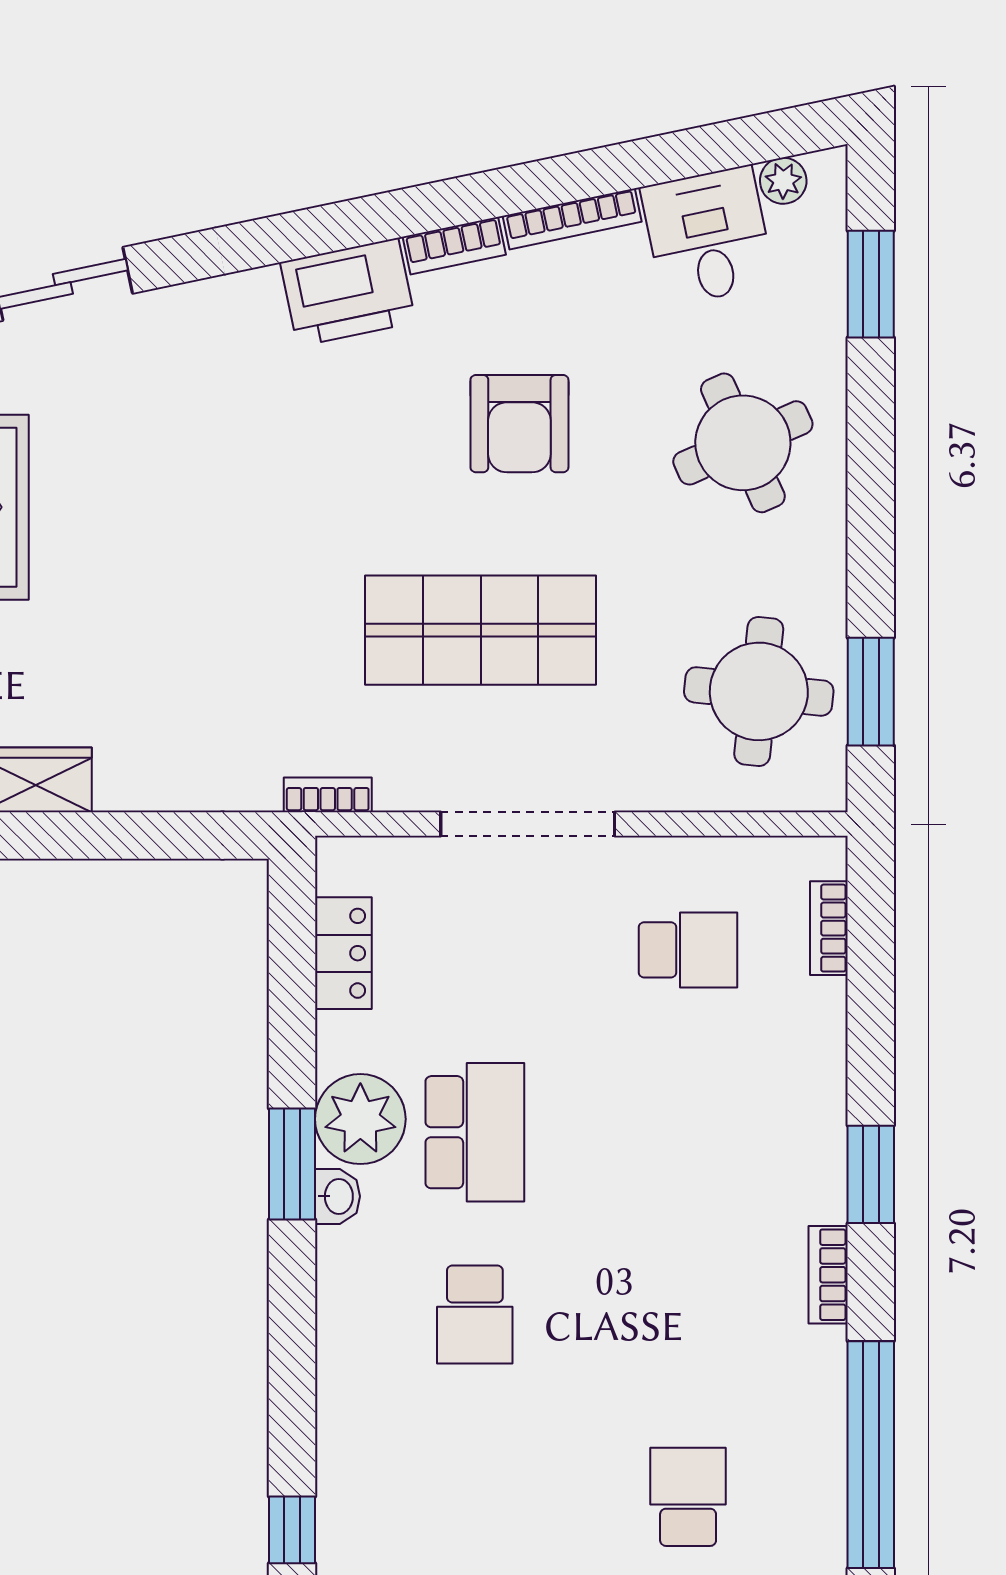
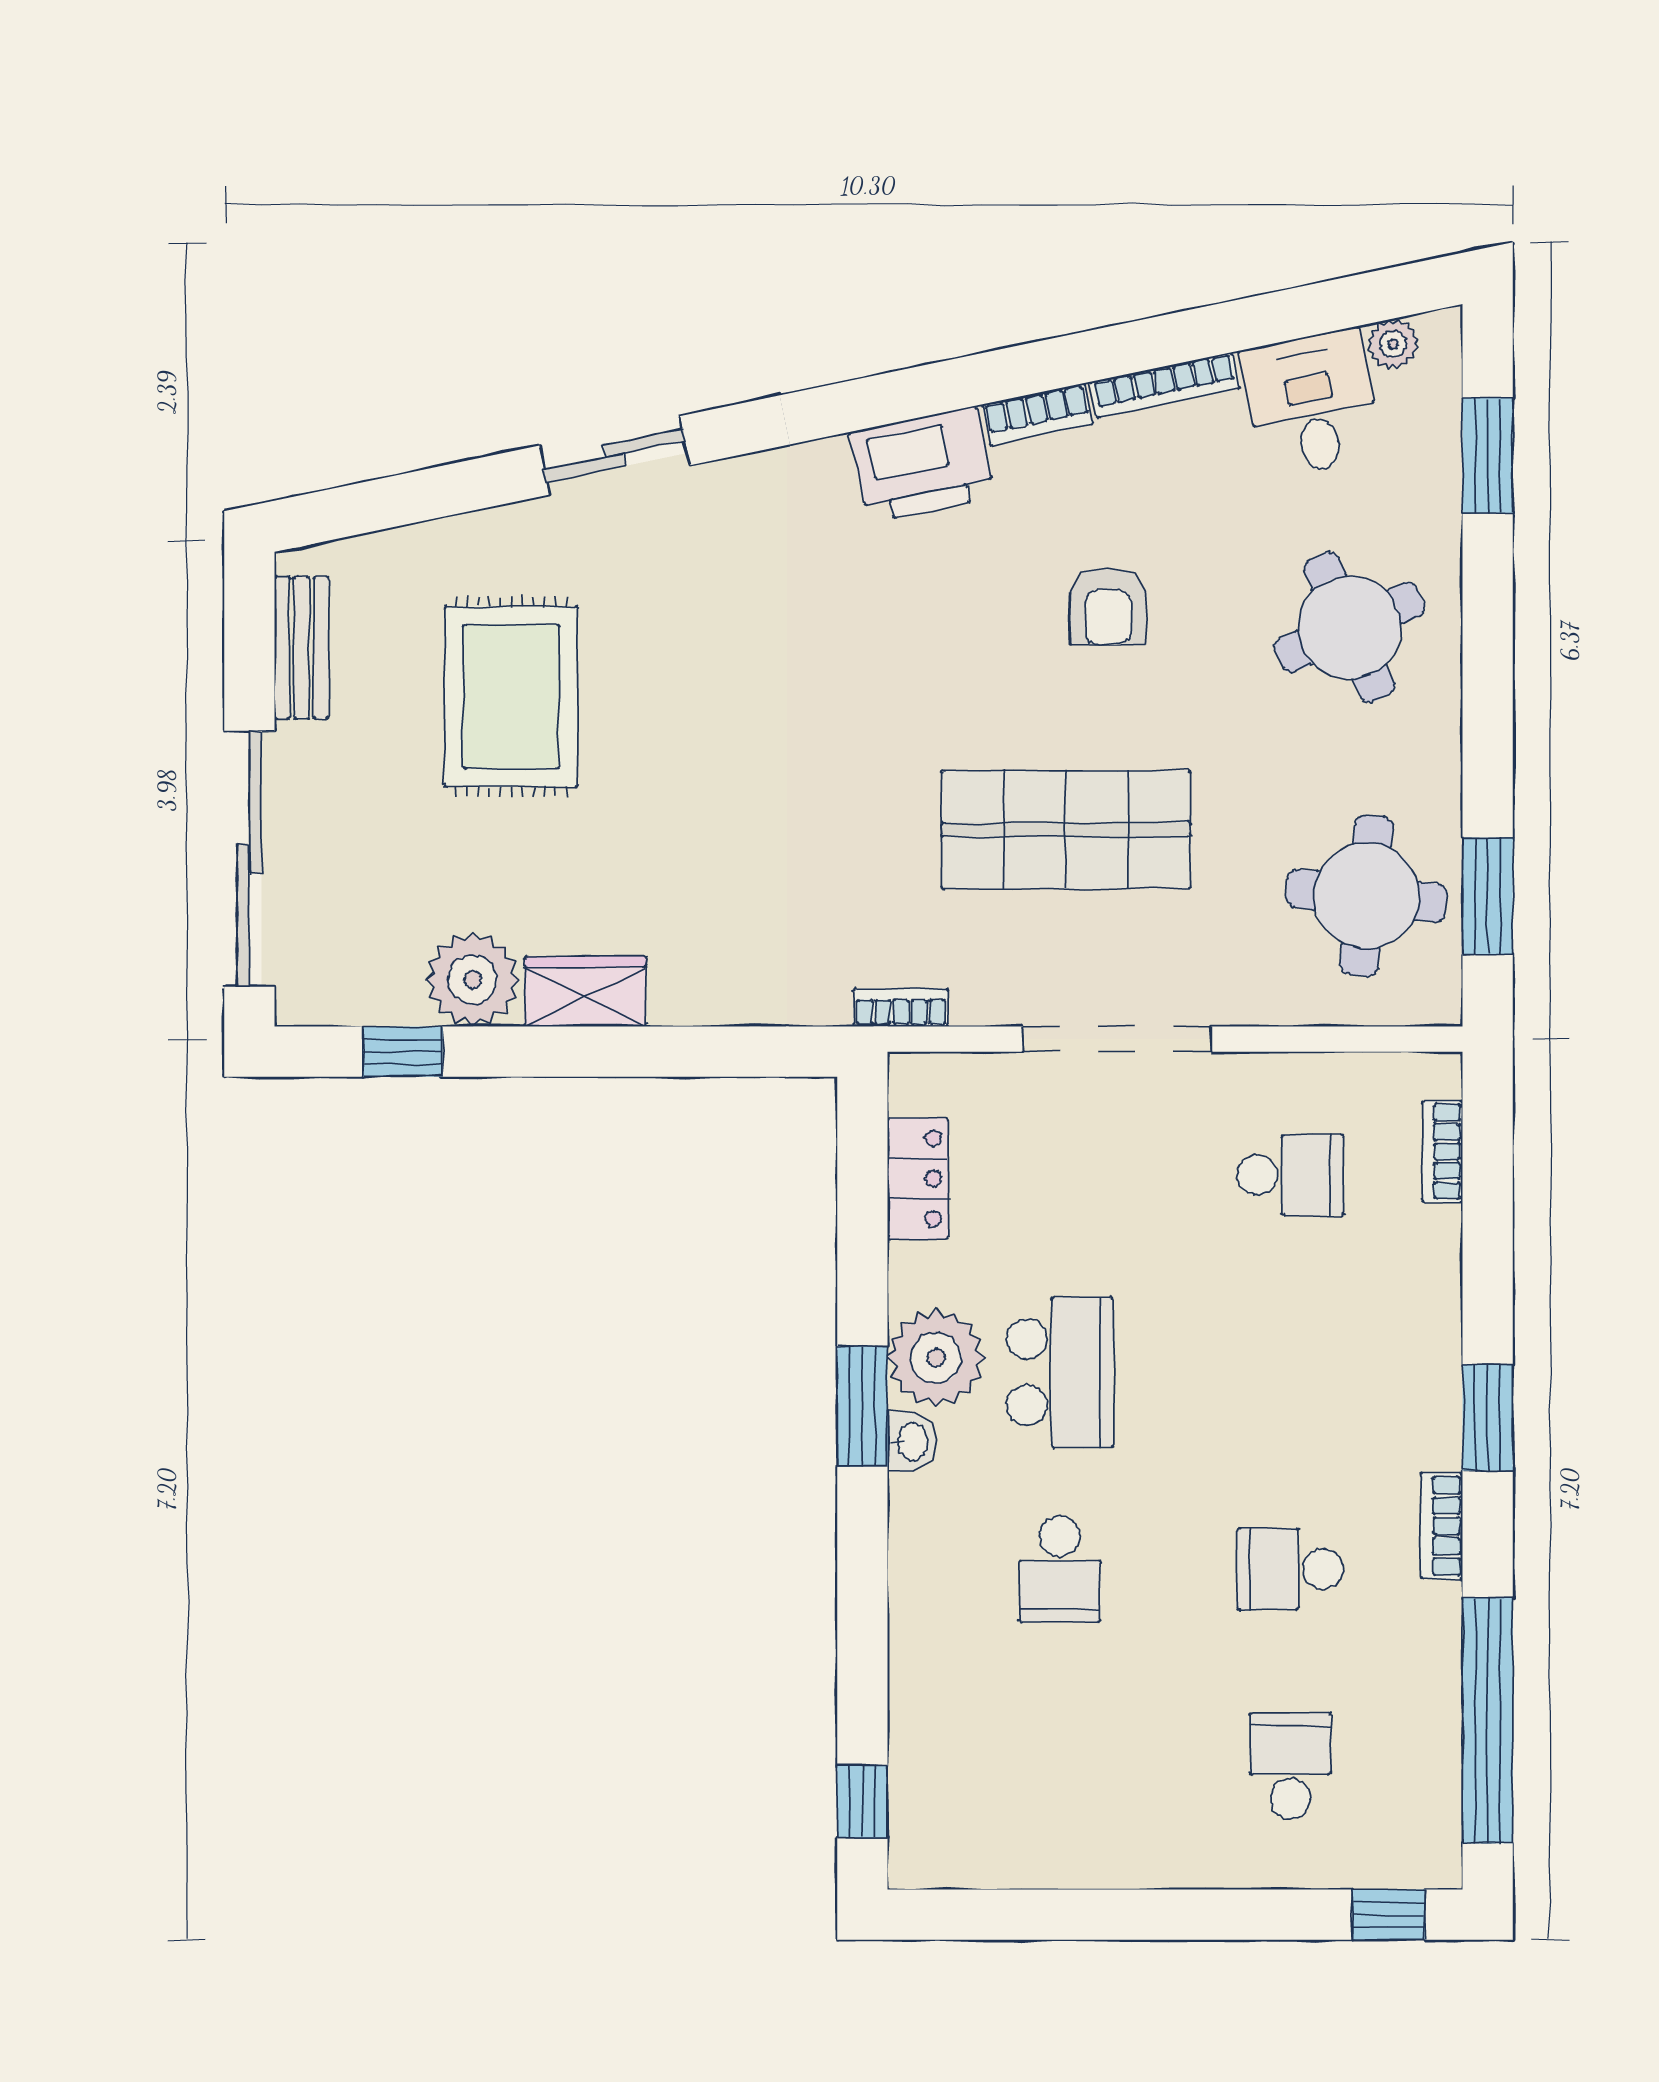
armchair: (519, 424) -> (1108, 606), width x0.72, depth x0.72
school desk: (688, 1315) -> (1290, 1569), added

